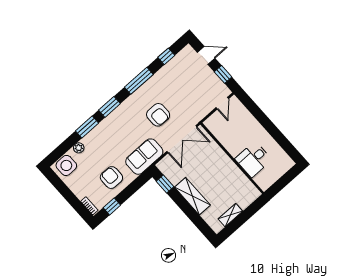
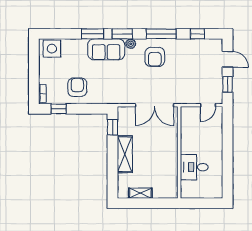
armchair: (158, 115) -> (155, 57), moved
plant: (79, 148) -> (131, 44), moved
sofa: (144, 157) -> (106, 49), moved, turned 180

